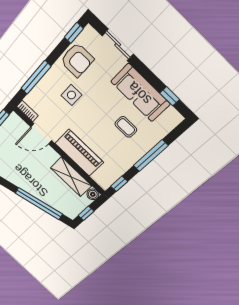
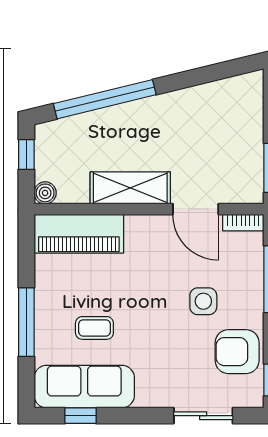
sofa: (140, 93) -> (84, 387), moved
door: (41, 134) -> (196, 209), swing flipped
piano: (79, 153) -> (79, 234), moved
shelving: (71, 177) -> (130, 188), moved
window: (119, 184) -> (26, 244), removed

